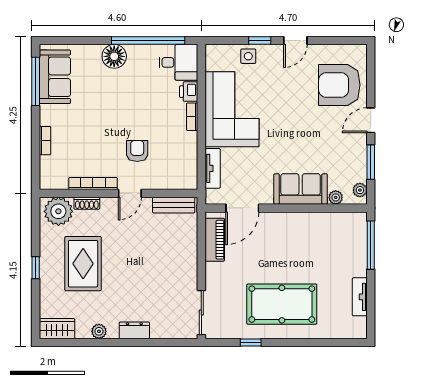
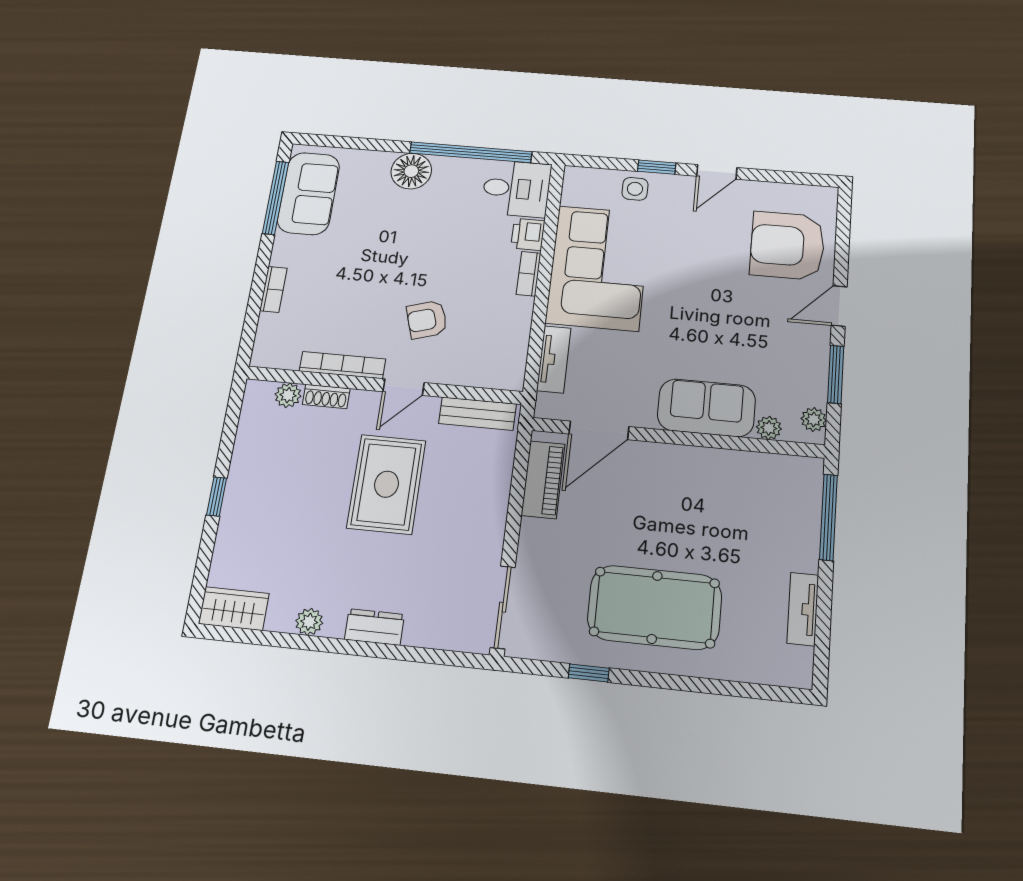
armchair: (137, 151) -> (427, 319), turned -107
plant: (58, 211) -> (288, 395), width x0.53, depth x0.53
rug: (83, 264) -> (386, 484), moved

